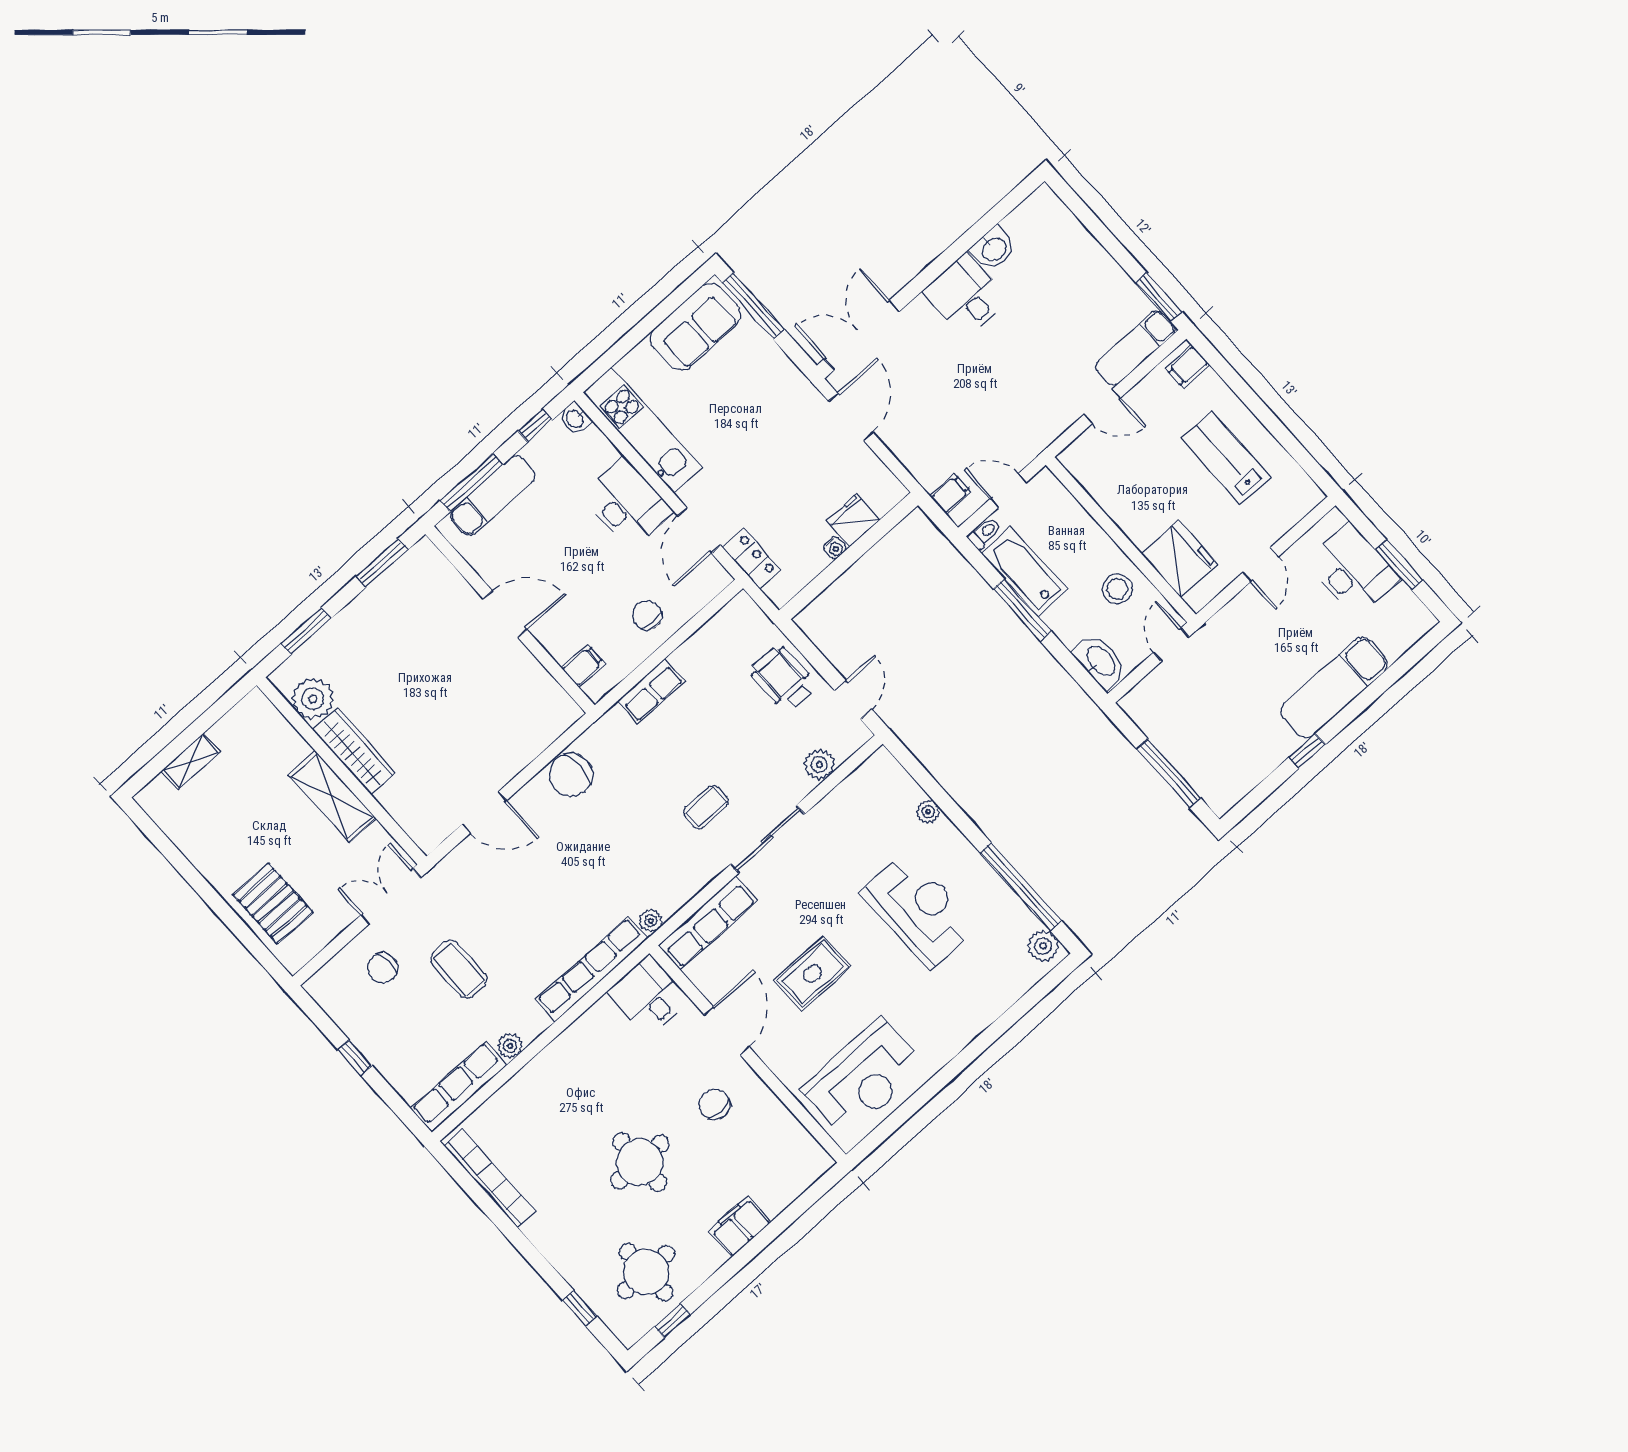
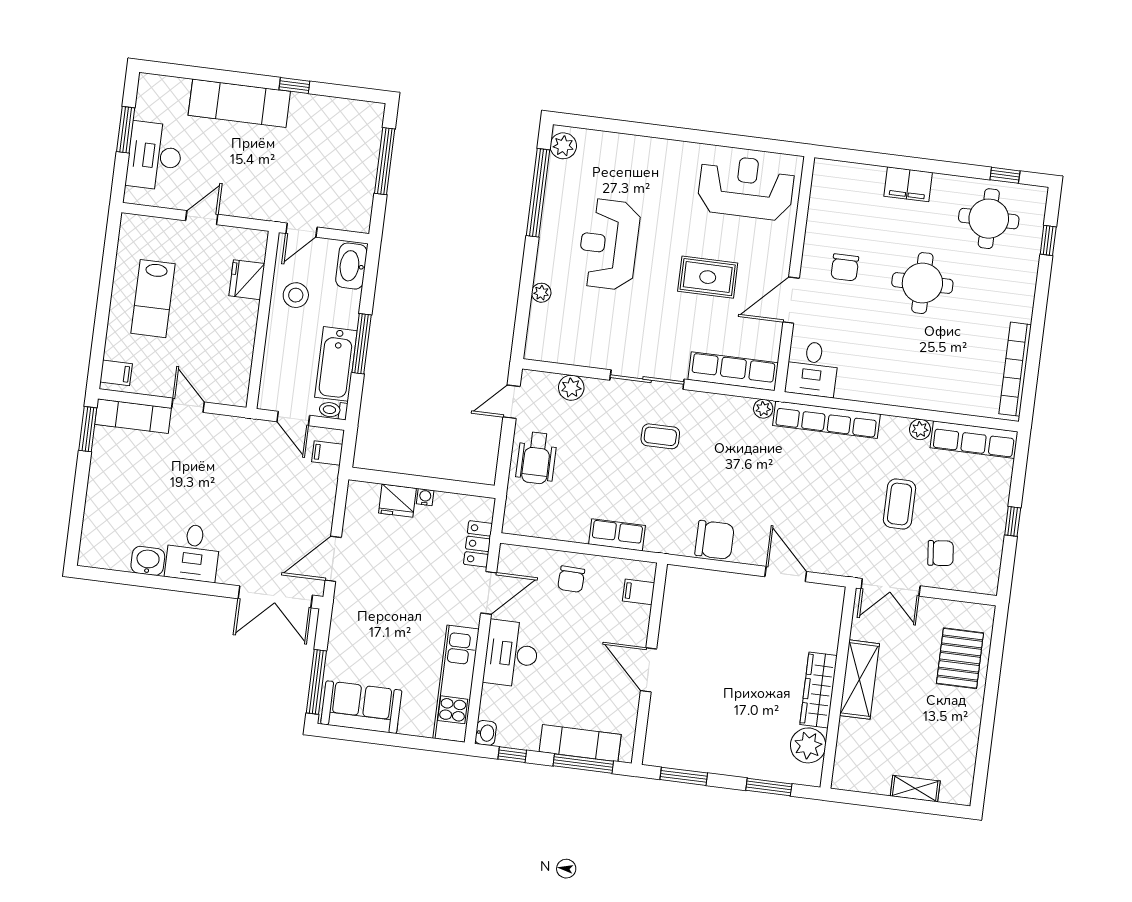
fridge: (1179, 559) -> (247, 280), width x0.73, depth x0.75

